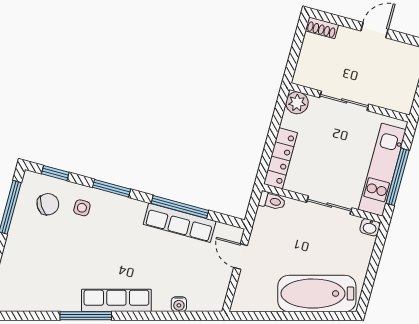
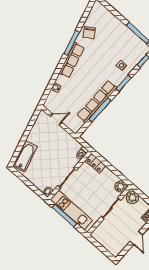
plant: (306, 72) -> (132, 198), added
locker: (280, 158) -> (95, 163), width x0.66
chair: (48, 204) -> (89, 33), moved
row of seats: (180, 223) -> (97, 101), width x1.36
door: (241, 256) -> (56, 119), moved
bathtub: (317, 294) -> (25, 156), width x0.73, depth x0.73

